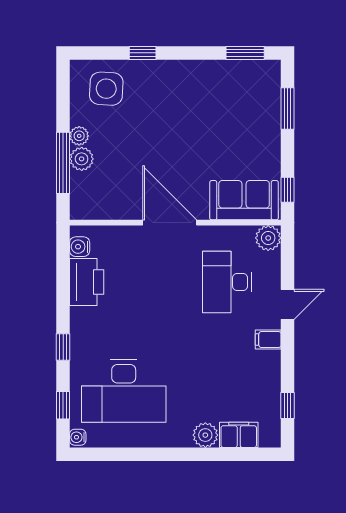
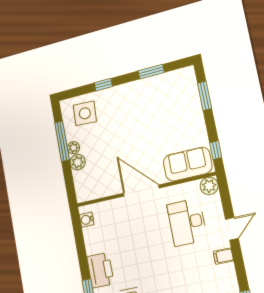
window: (245, 53) -> (151, 72), moved
window: (63, 163) -> (62, 141), moved
printer: (87, 282) -> (100, 270), moved

